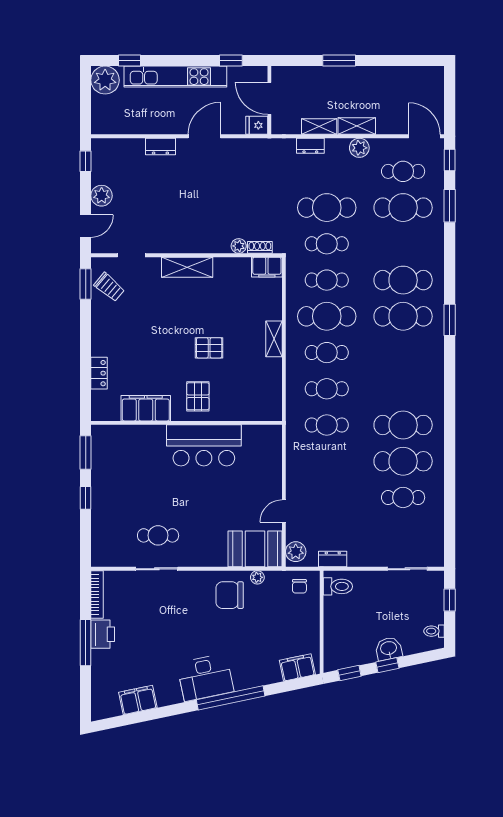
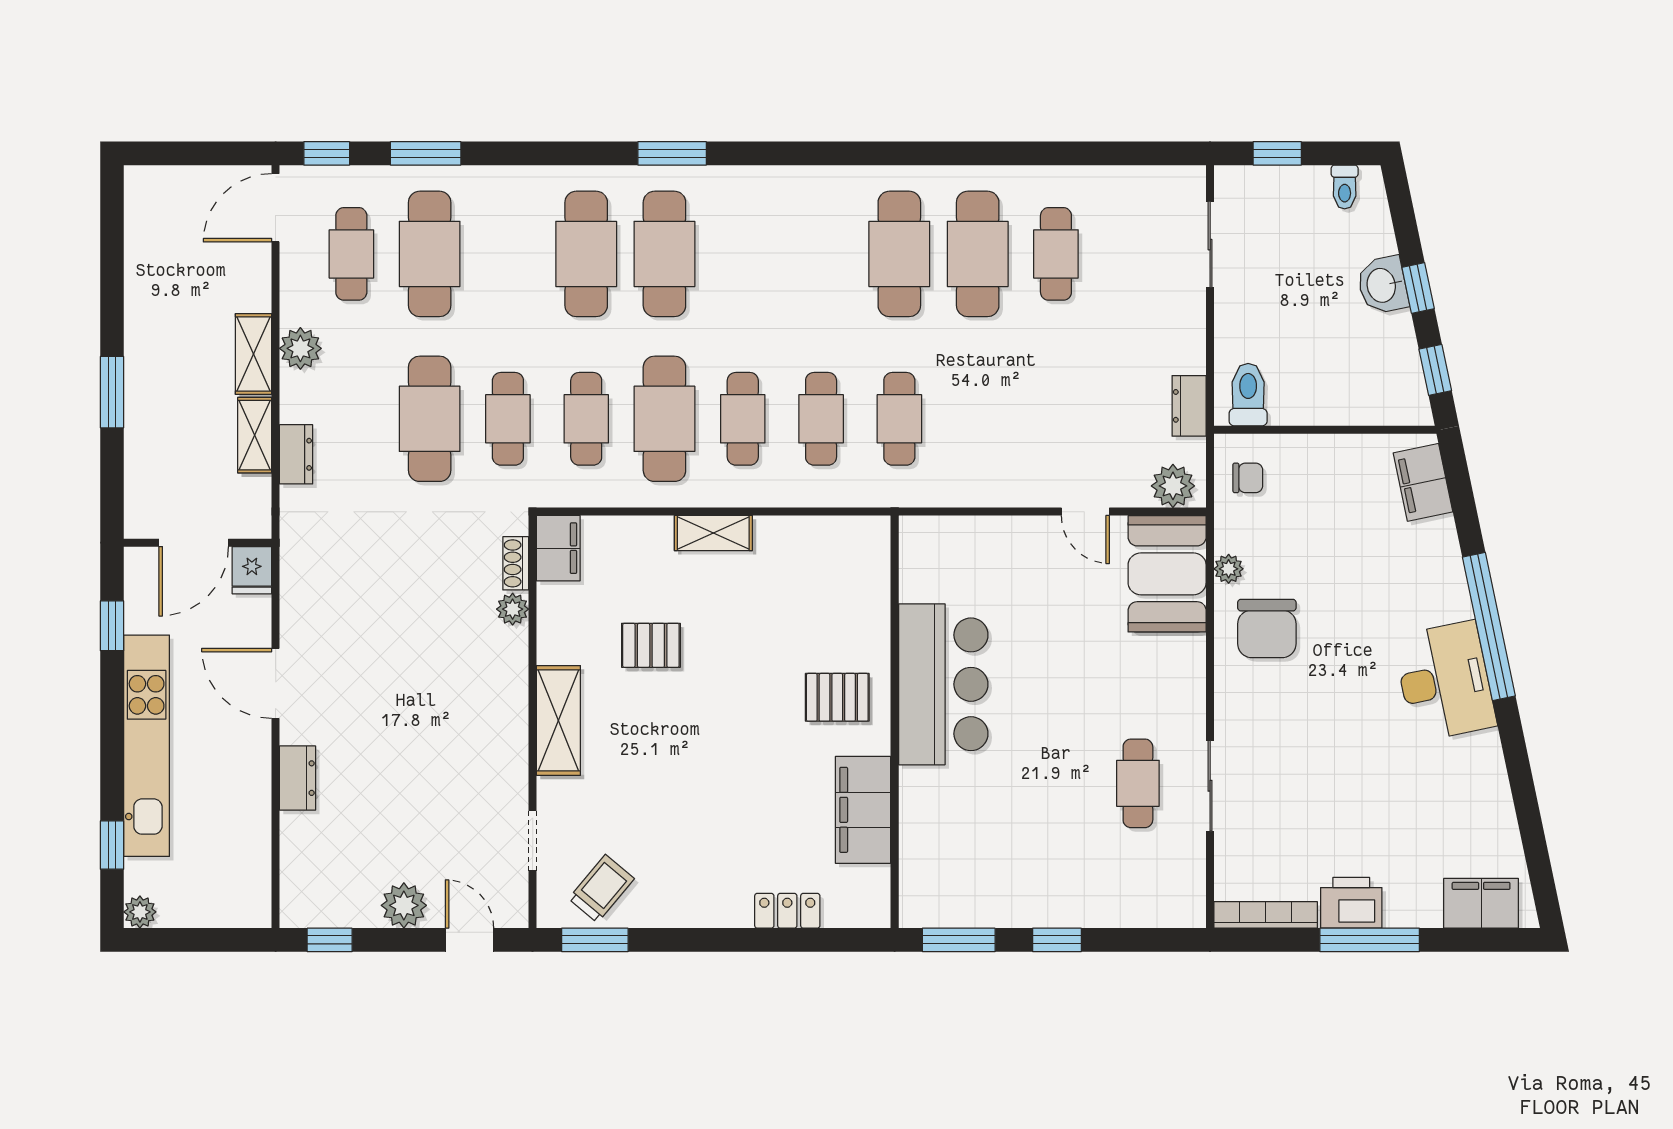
plant: (105, 80) -> (140, 912), width x0.53, depth x0.53
pallet: (209, 348) -> (651, 645), moved, turned 90
filing cabinet: (138, 700) -> (1481, 903), moved, turned 102

